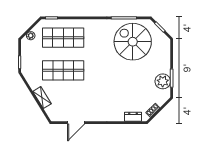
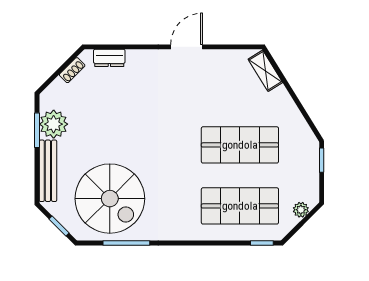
bench: (166, 56) -> (48, 171), added
shelving: (42, 98) -> (265, 71), moved
door: (76, 123) -> (187, 47), moved

